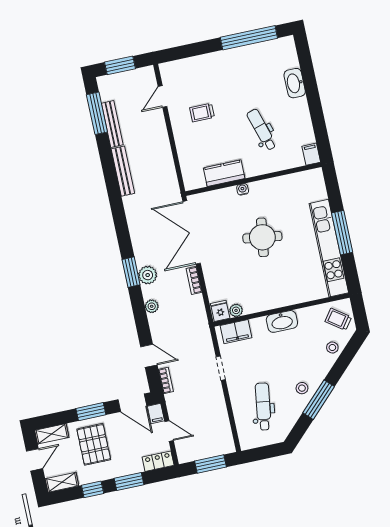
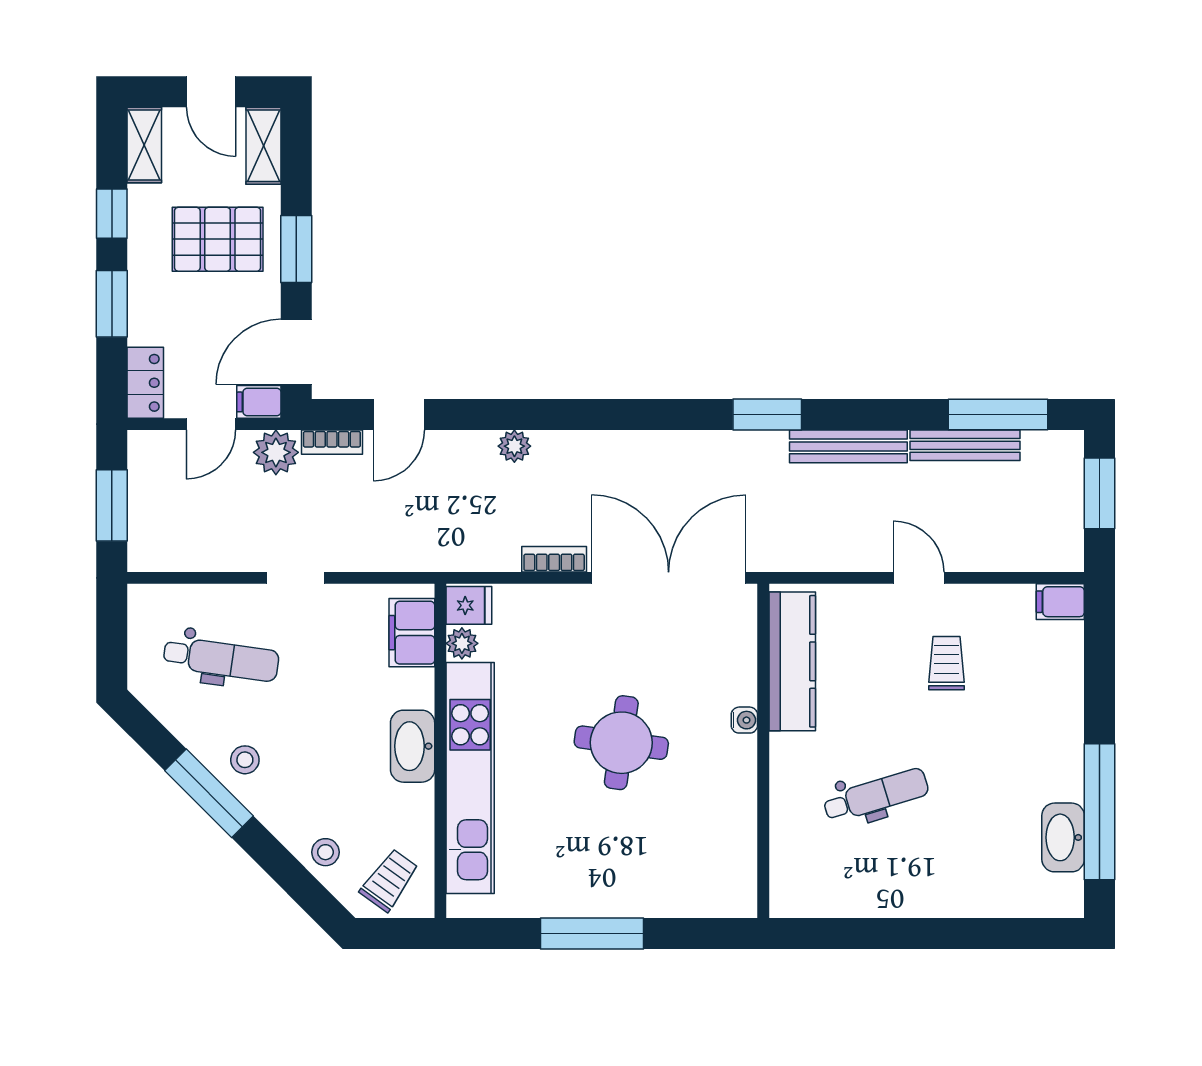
washbasin: (295, 83) -> (1063, 837), moved, turned -90
door: (162, 96) -> (919, 578), moved
filing cabinet: (311, 154) -> (1060, 602), moved, turned 180
kitchen counter: (224, 173) -> (792, 661), width x1.50
kitchen unit: (329, 248) -> (470, 778), moved, turned 90
window: (131, 272) -> (767, 415), moved
plant: (148, 275) -> (276, 452), moved
doorway: (221, 368) -> (296, 578), moved

